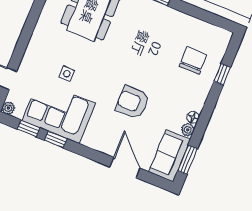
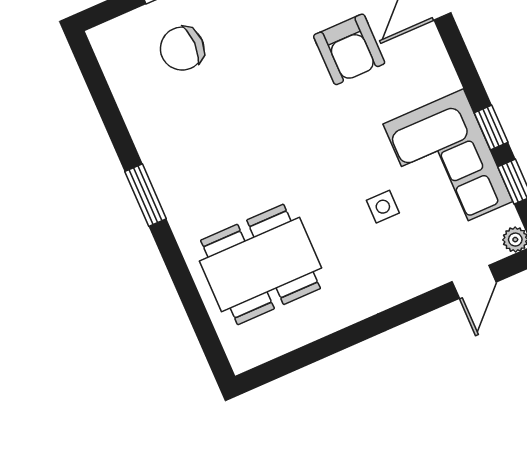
armchair: (133, 102) -> (349, 49), moved

